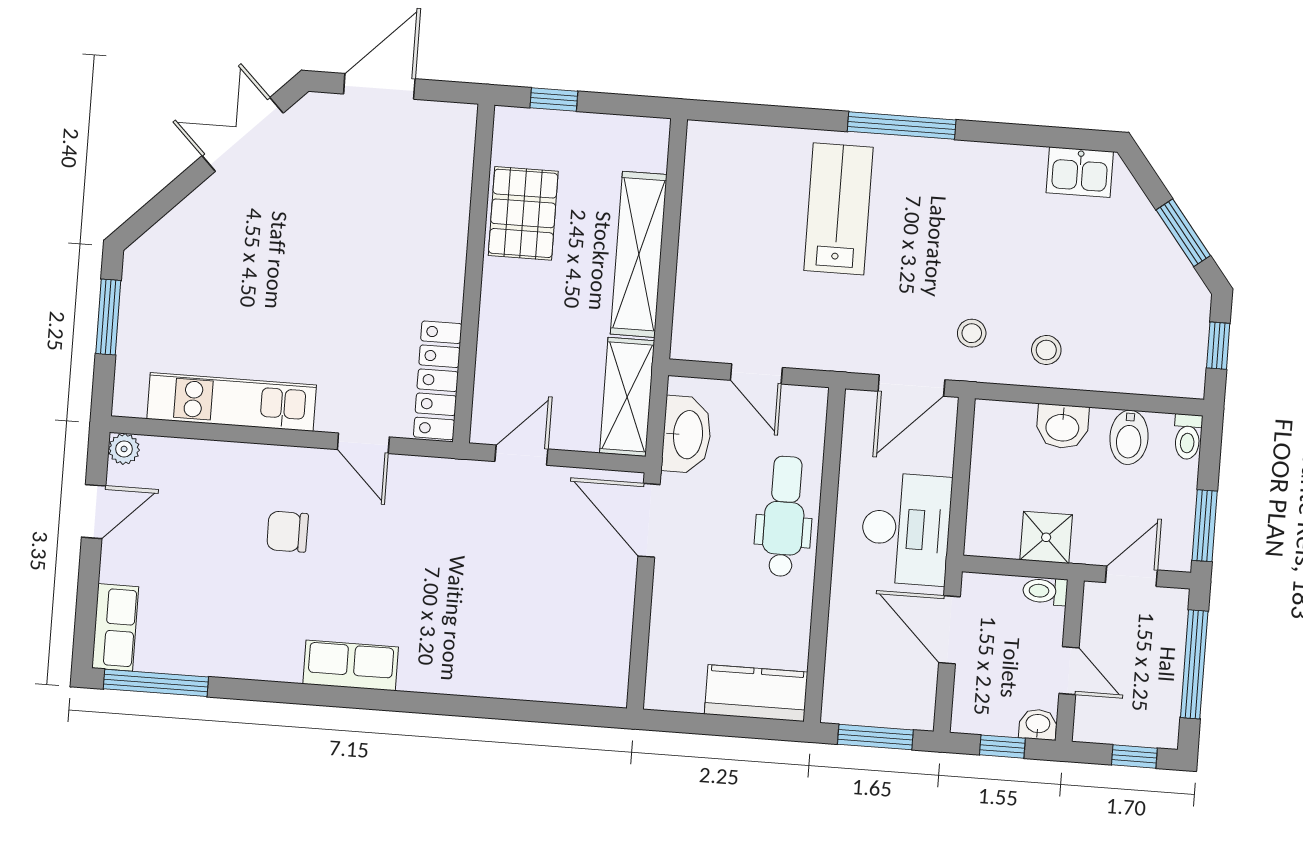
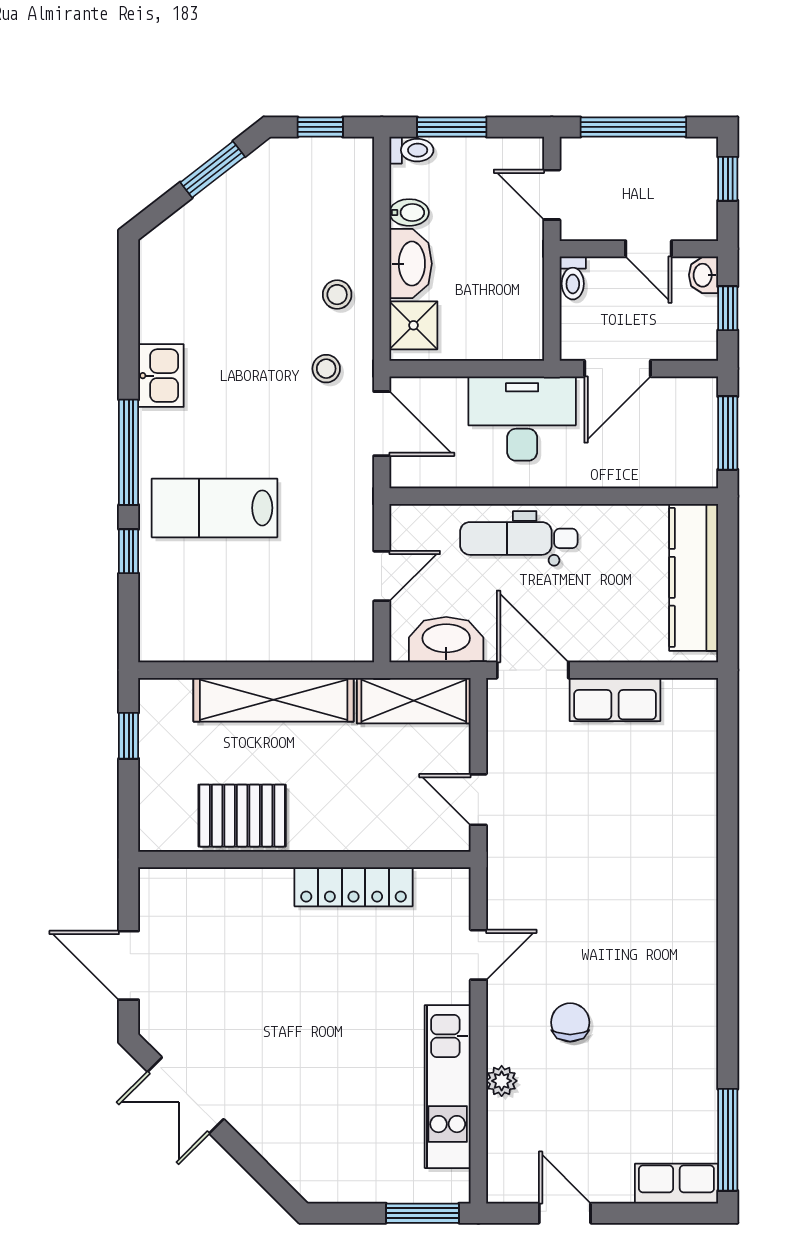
window: (554, 99) -> (129, 736), moved
window: (801, 118) -> (129, 551), added
kitchen sink: (1080, 172) -> (161, 376), moved
window: (108, 317) -> (422, 1213), moved
locker: (438, 380) -> (353, 887), moved
washbasin: (1062, 426) -> (411, 264), width x1.38
bidet: (1129, 437) -> (409, 212), width x0.72, depth x0.74
plant: (124, 449) -> (502, 1081), moved
door: (649, 520) -> (533, 670), swing flipped
window: (1205, 526) -> (452, 127), moved
chair: (288, 532) -> (570, 1022), turned 180
shower: (1046, 537) -> (413, 325), moved
row of seats: (351, 665) -> (615, 699), moved, turned -90
door: (1069, 671) -> (649, 249), swing flipped
kitchen counter: (756, 693) -> (694, 577), width x1.50

